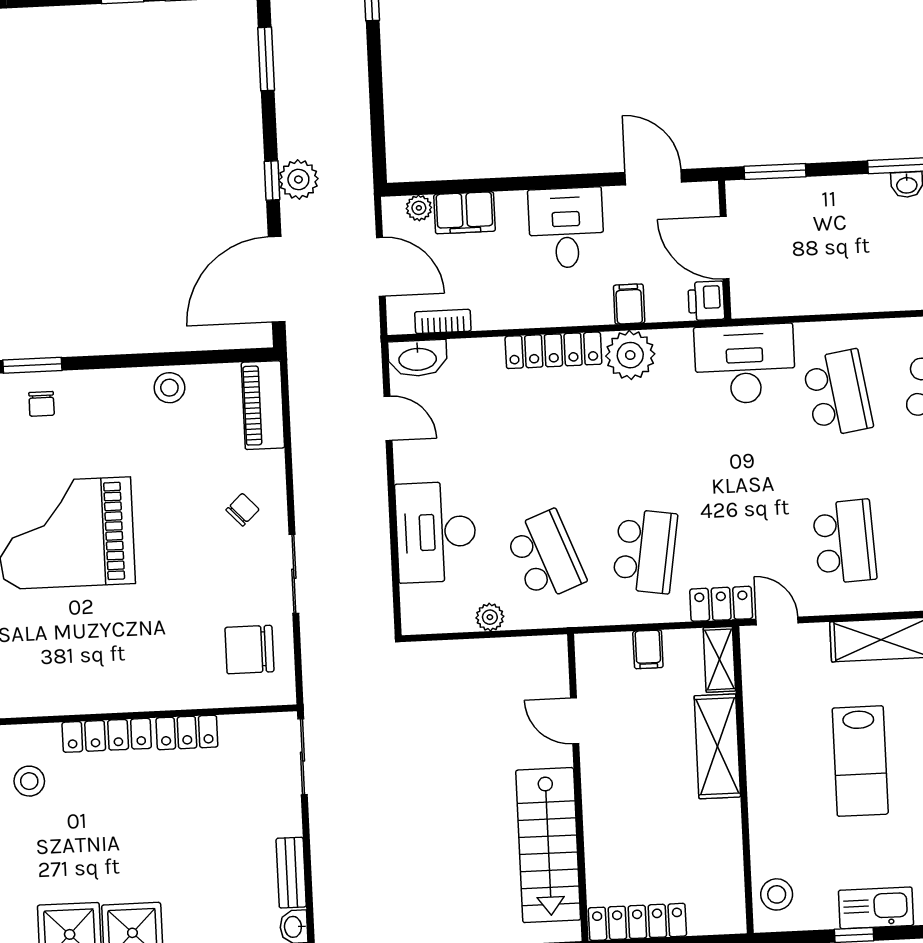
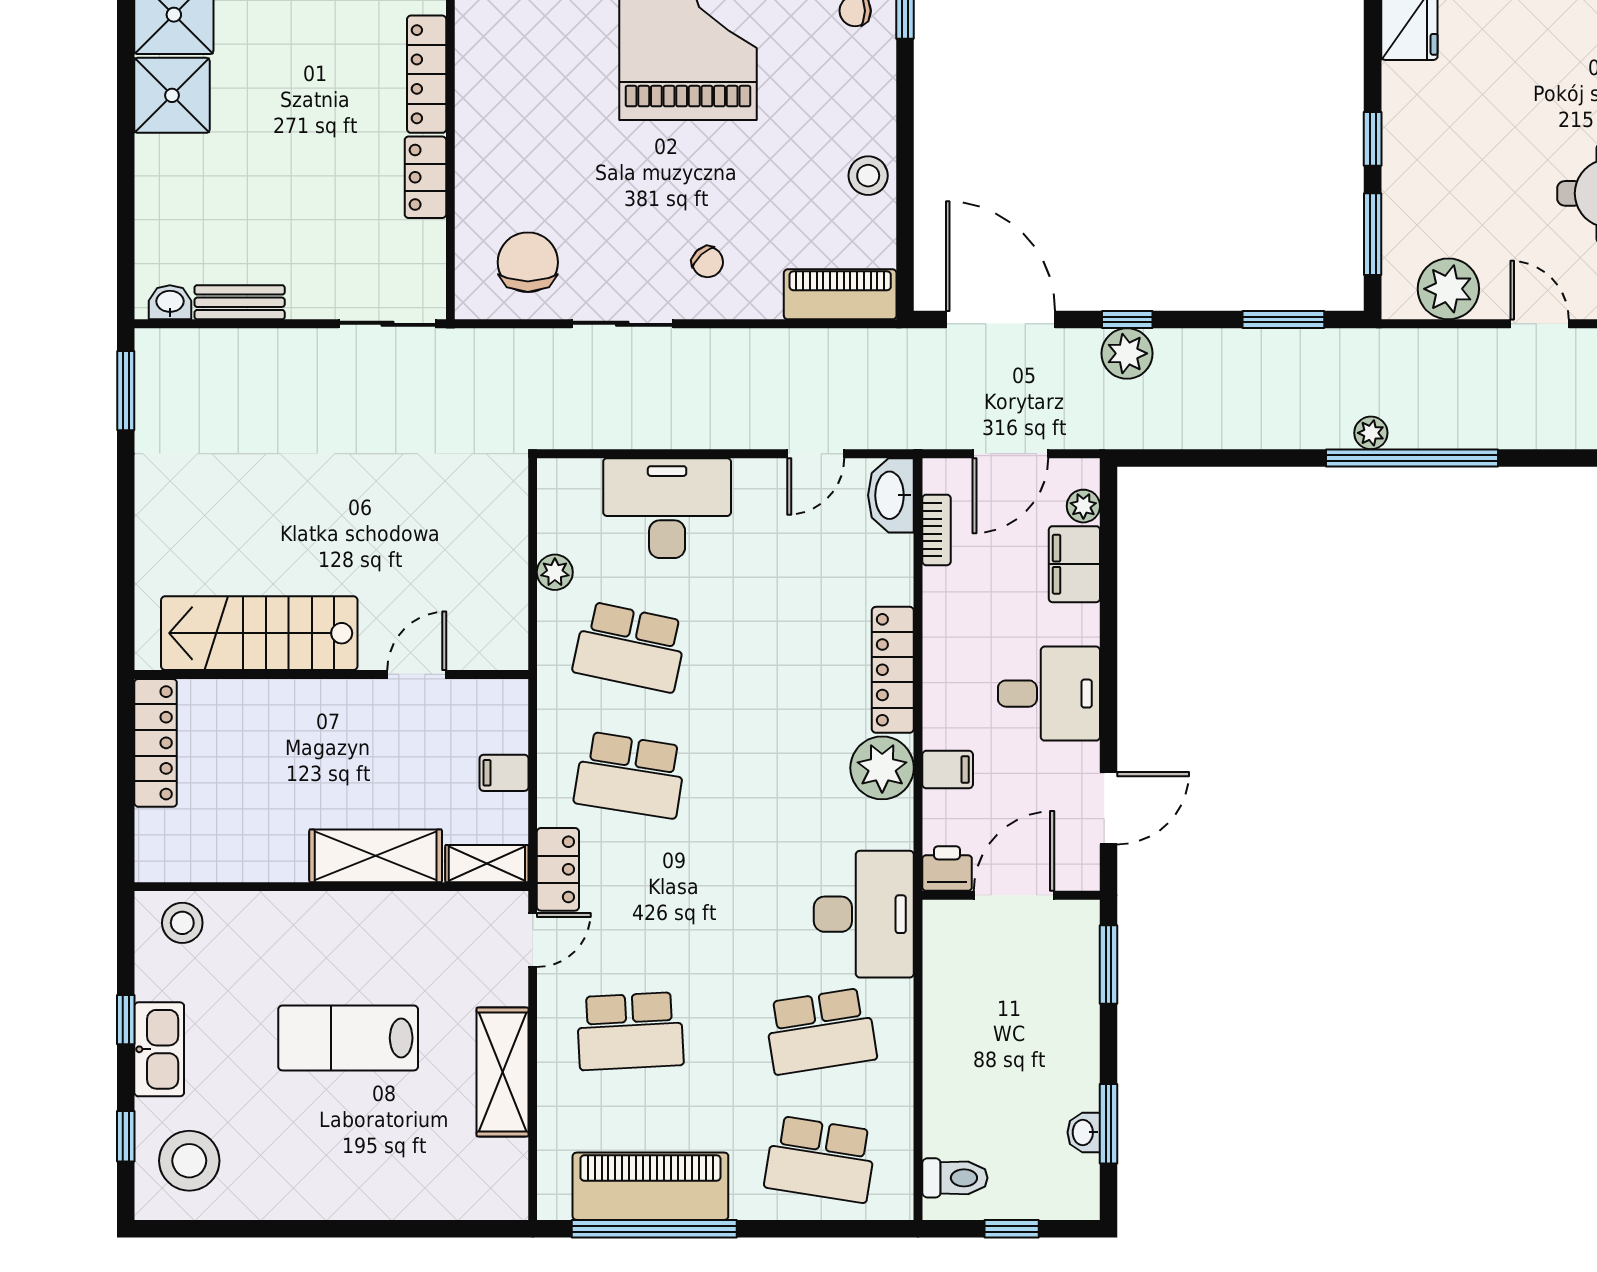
school desk: (545, 556) -> (630, 647), turned 33

